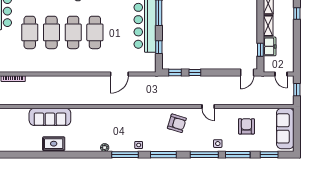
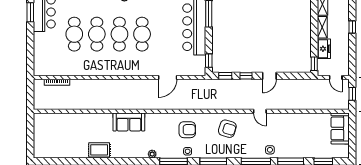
window: (297, 14) -> (352, 27), moved
window: (159, 47) -> (209, 61), moved
window: (260, 50) -> (314, 64), moved
door: (247, 72) -> (269, 76), moved
sofa: (50, 117) -> (129, 122), moved, width x0.73
armchair: (246, 126) -> (187, 130), moved, turned 90
sofa: (285, 128) -> (340, 128), width x0.73

